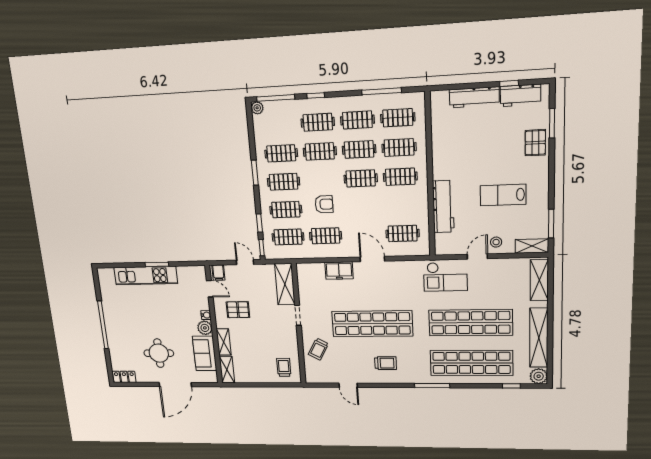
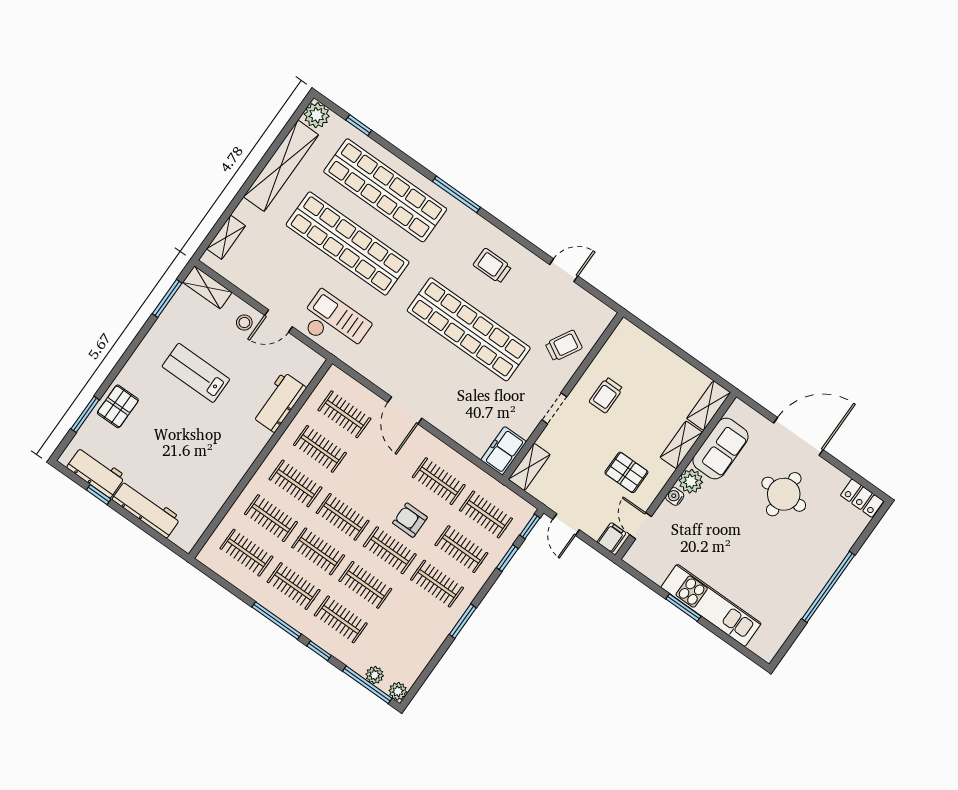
window: (382, 91) -> (277, 621), moved
plant: (276, 107) -> (375, 675), added
clothes rail: (281, 153) -> (390, 550), moved
lab bench: (503, 195) -> (196, 373), turned 180
clothes rail: (401, 205) -> (320, 449), added
workbench: (443, 207) -> (279, 402), width x0.73
freezer: (339, 271) -> (504, 451), moved, turned -90
shelving: (539, 280) -> (226, 237), width x0.67, depth x0.75
shelving: (285, 284) -> (529, 467), width x0.67, depth x0.75
trolley: (284, 367) -> (606, 395), moved
door: (348, 385) -> (564, 270), hinge flipped

